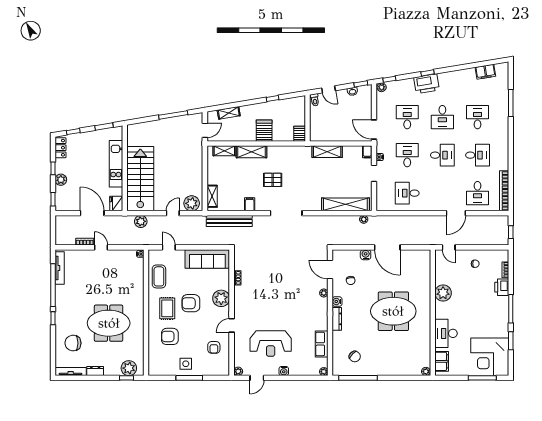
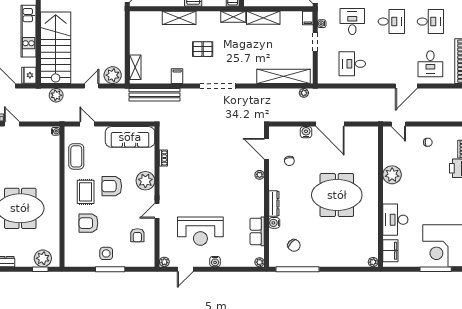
shelving: (224, 151) -> (233, 17), moved
water cooler: (337, 302) -> (274, 223), moved

